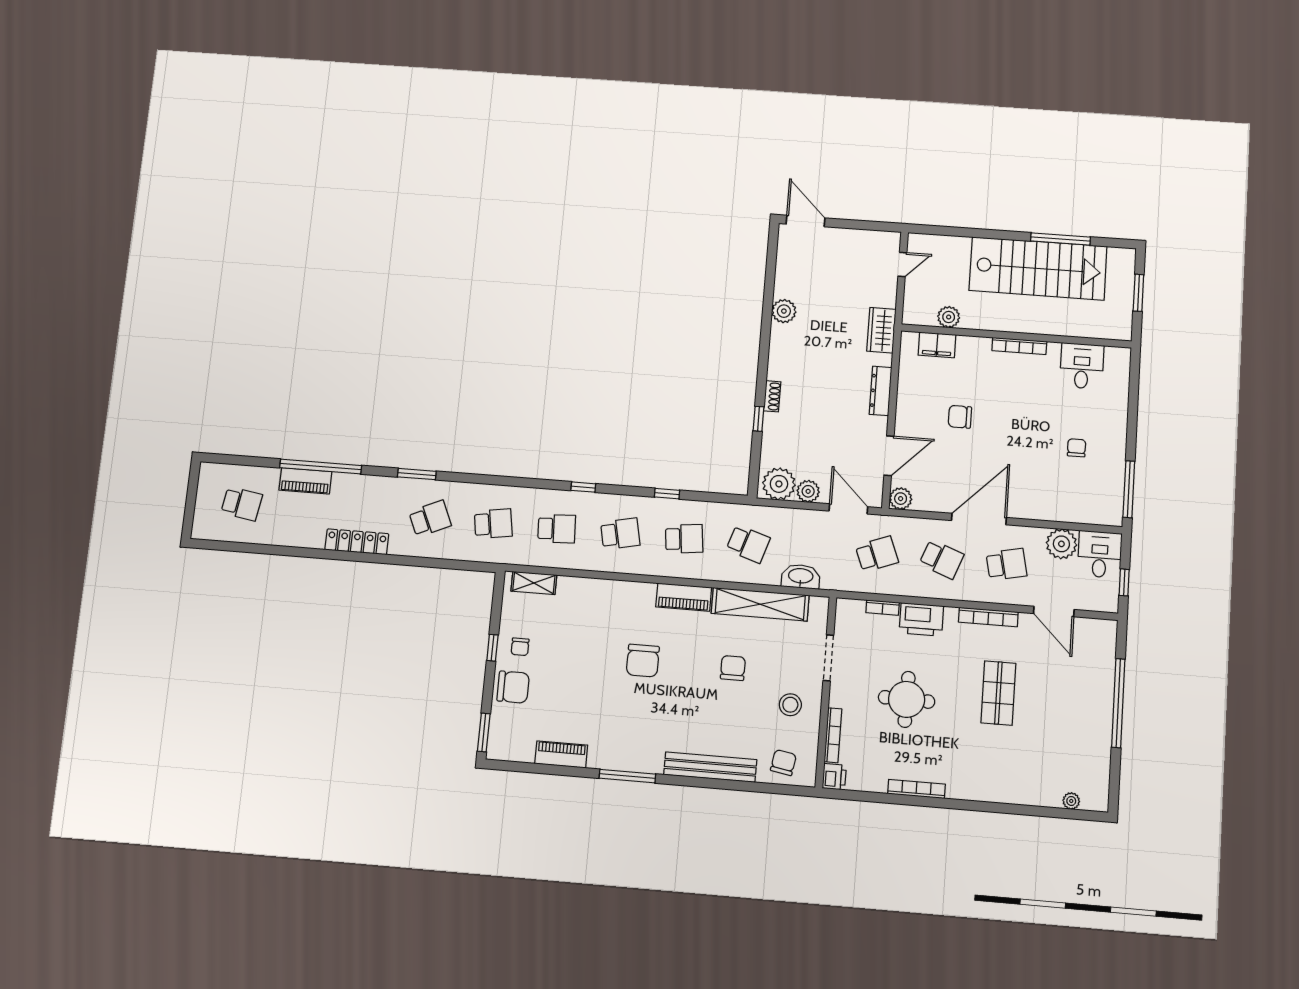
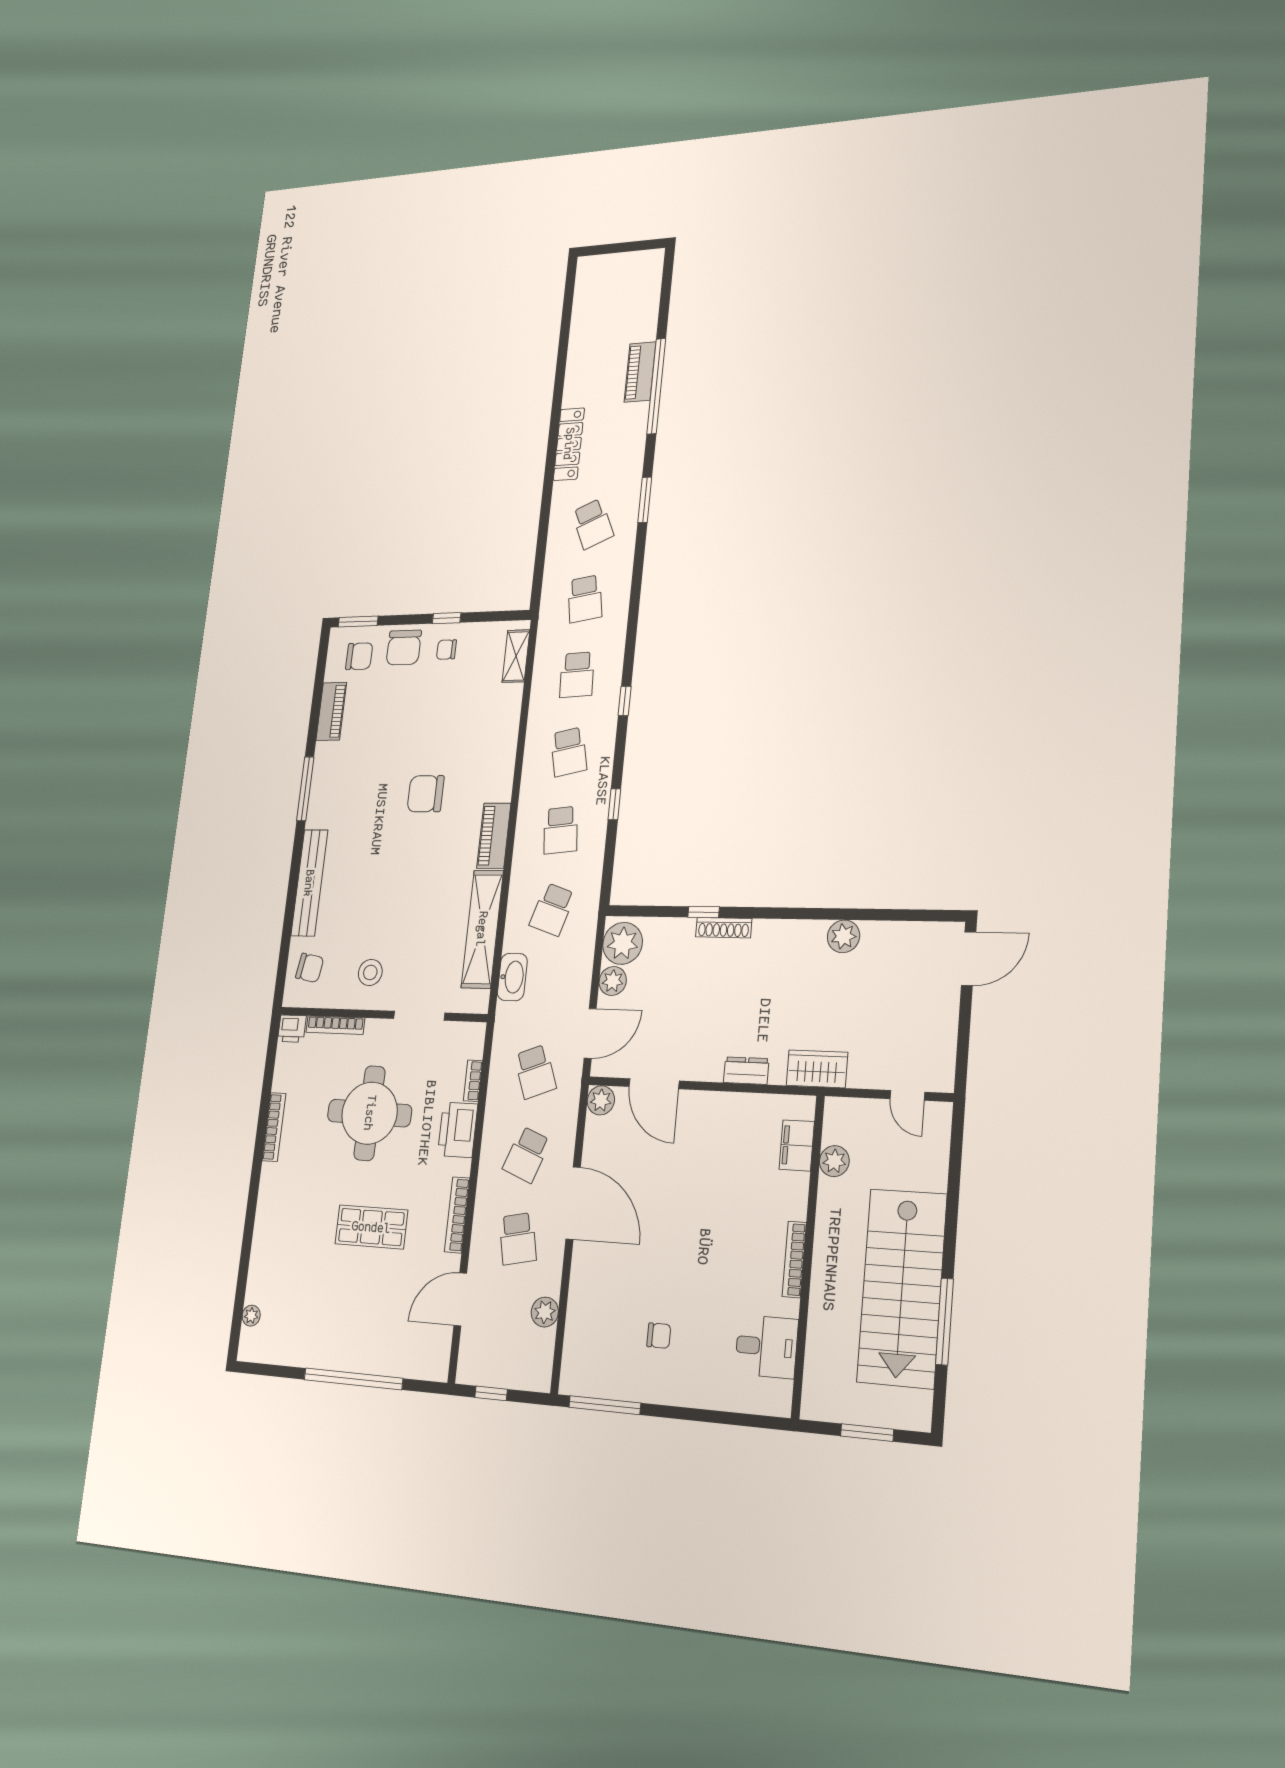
dresser: (880, 391) -> (746, 1071), width x0.70
shoe rack: (772, 396) -> (724, 928), width x1.43
chair: (960, 417) -> (702, 1177), removed
school desk: (242, 504) -> (616, 305), removed
plant: (1061, 544) -> (545, 1312), width x0.73, depth x0.73
desk: (1100, 554) -> (526, 1362), removed
chair: (733, 668) -> (359, 656), moved
round table: (907, 699) -> (370, 1113), width x1.36, depth x1.36

